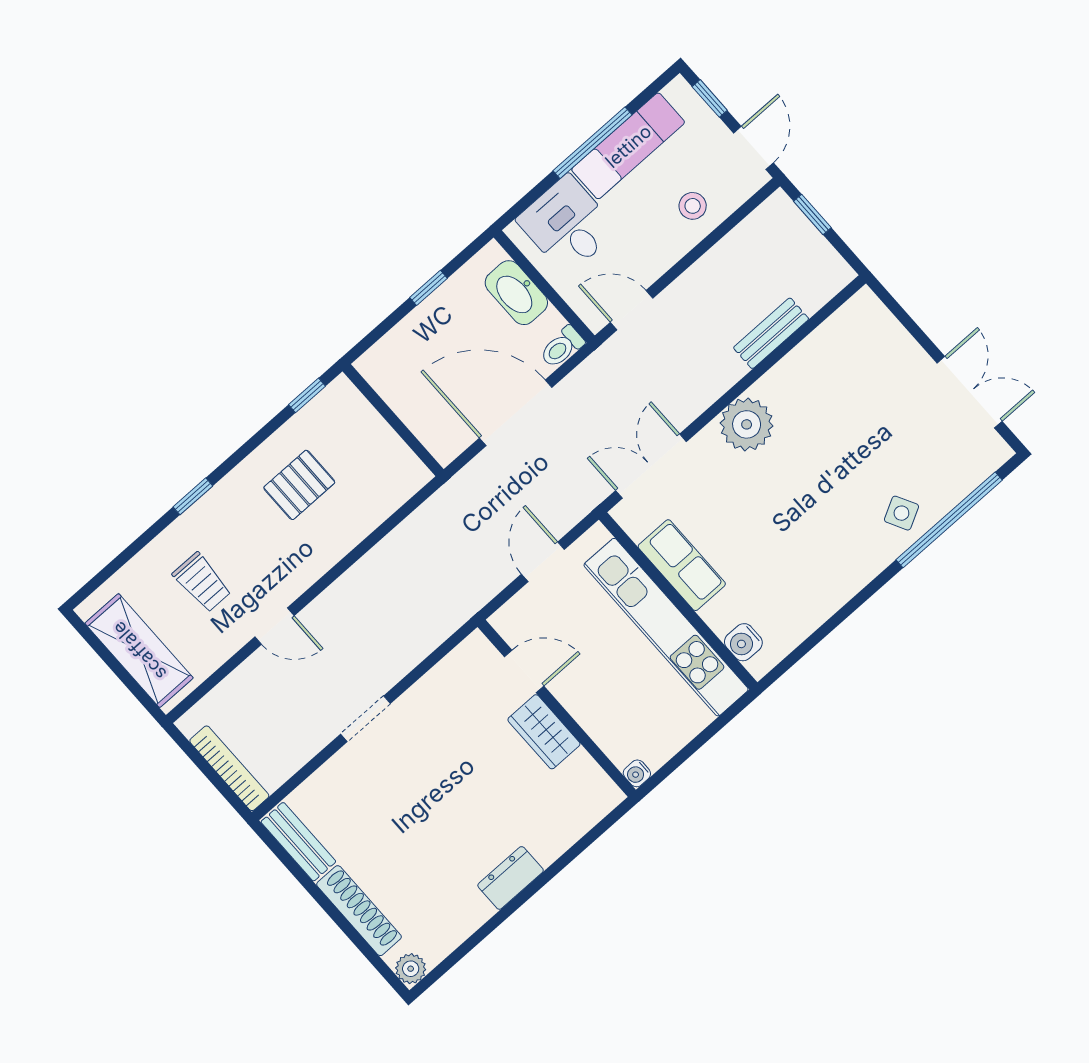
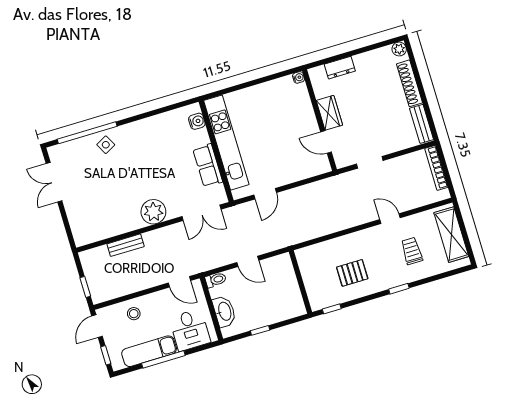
door: (516, 413) -> (248, 261), width x0.53
door: (524, 671) -> (326, 142), moved
wall: (557, 708) -> (320, 120), moved
wardrobe: (544, 732) -> (329, 113), moved
water cooler: (637, 773) -> (299, 77), moved

